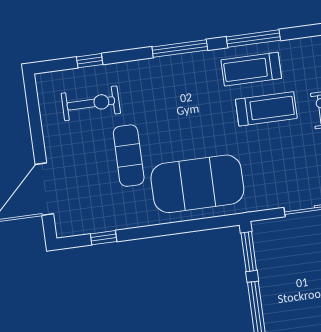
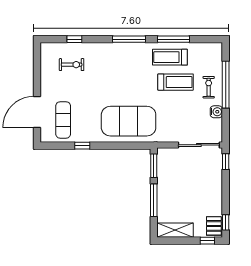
exercise bike: (91, 103) -> (72, 65), width x0.73, depth x0.72
exercise mat: (129, 156) -> (63, 120), moved
window: (104, 238) -> (82, 146), moved

